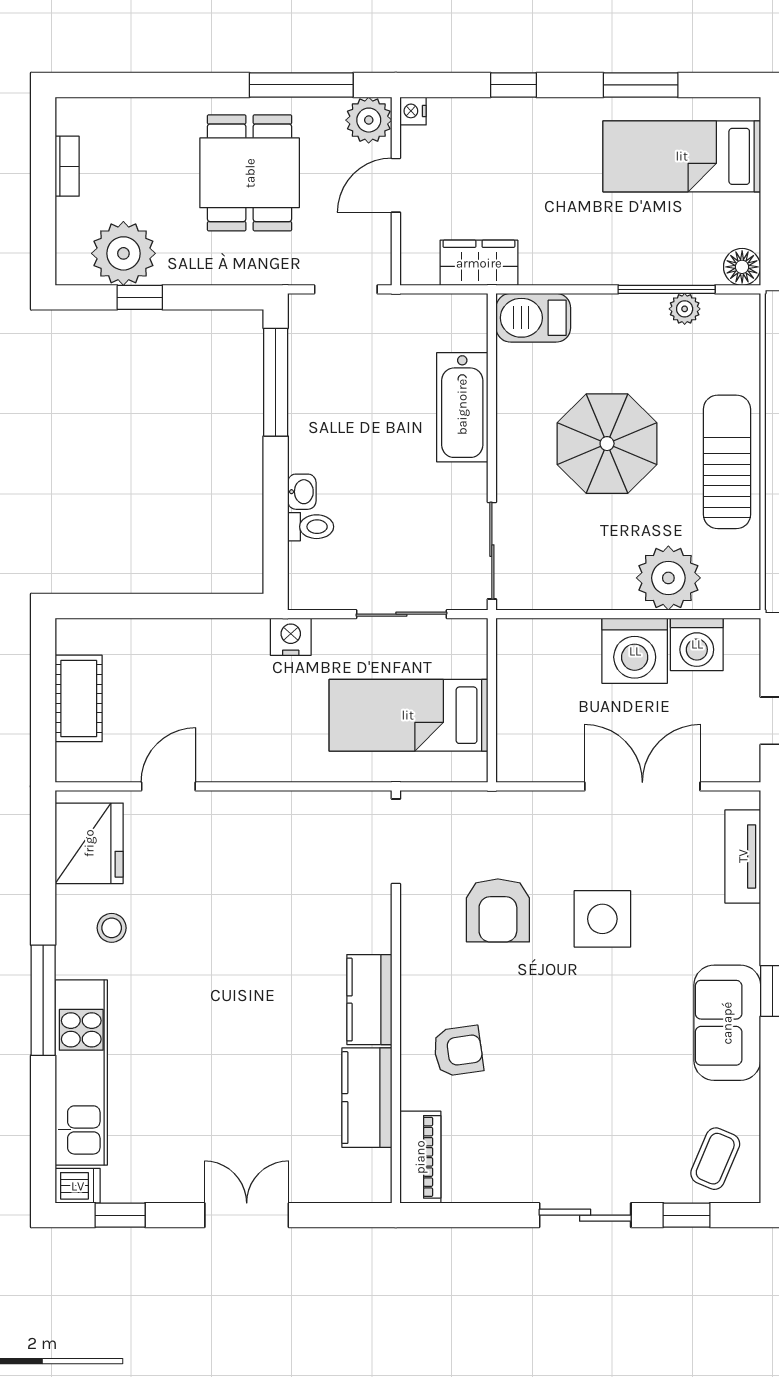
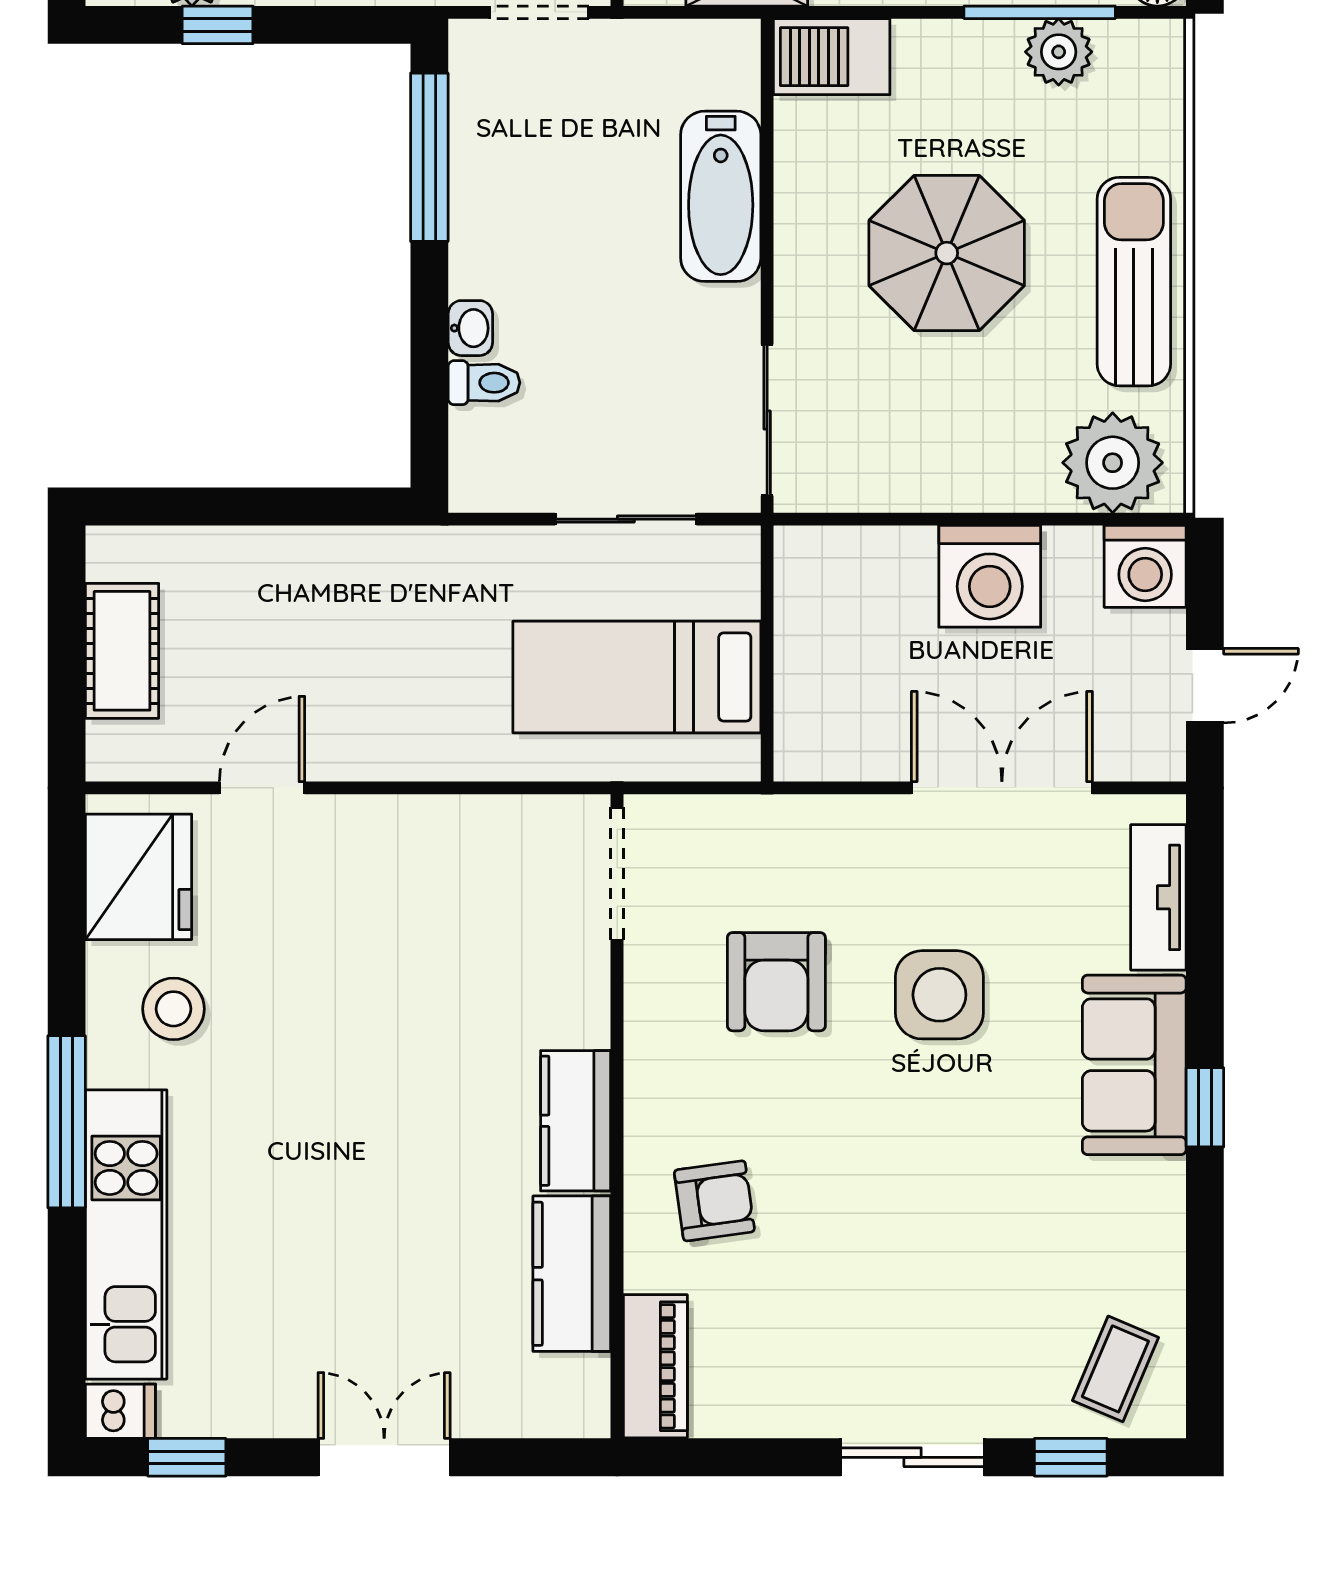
plant: (685, 309) -> (1059, 52), width x1.38, depth x1.38
plant: (668, 578) -> (1113, 463), moved
nightstand: (291, 637) -> (453, 554), removed
washing machine: (697, 644) -> (1145, 566), moved
stool: (112, 928) -> (173, 1009), width x1.37, depth x1.37
sofa: (727, 1023) -> (1134, 1065), moved

